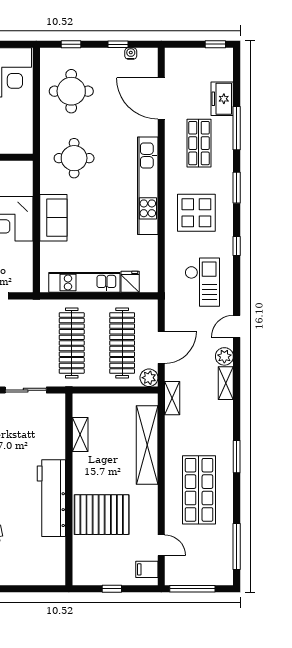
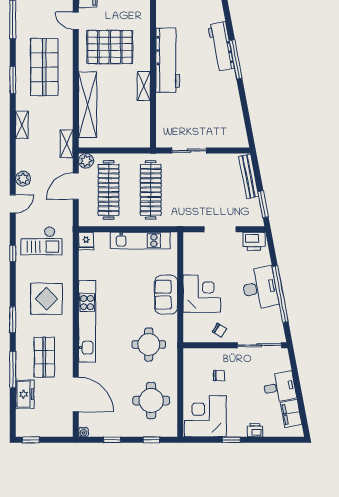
water cooler: (131, 53) -> (83, 432), moved
window: (237, 246) -> (13, 253), moved
fridge: (130, 282) -> (86, 241), moved
checkout: (202, 282) -> (41, 241), turned -90
shelving: (226, 383) -> (22, 125), moved
shelving: (80, 434) -> (144, 86), moved
window: (237, 457) -> (13, 80), moved
pallet: (102, 515) -> (110, 47), moved

